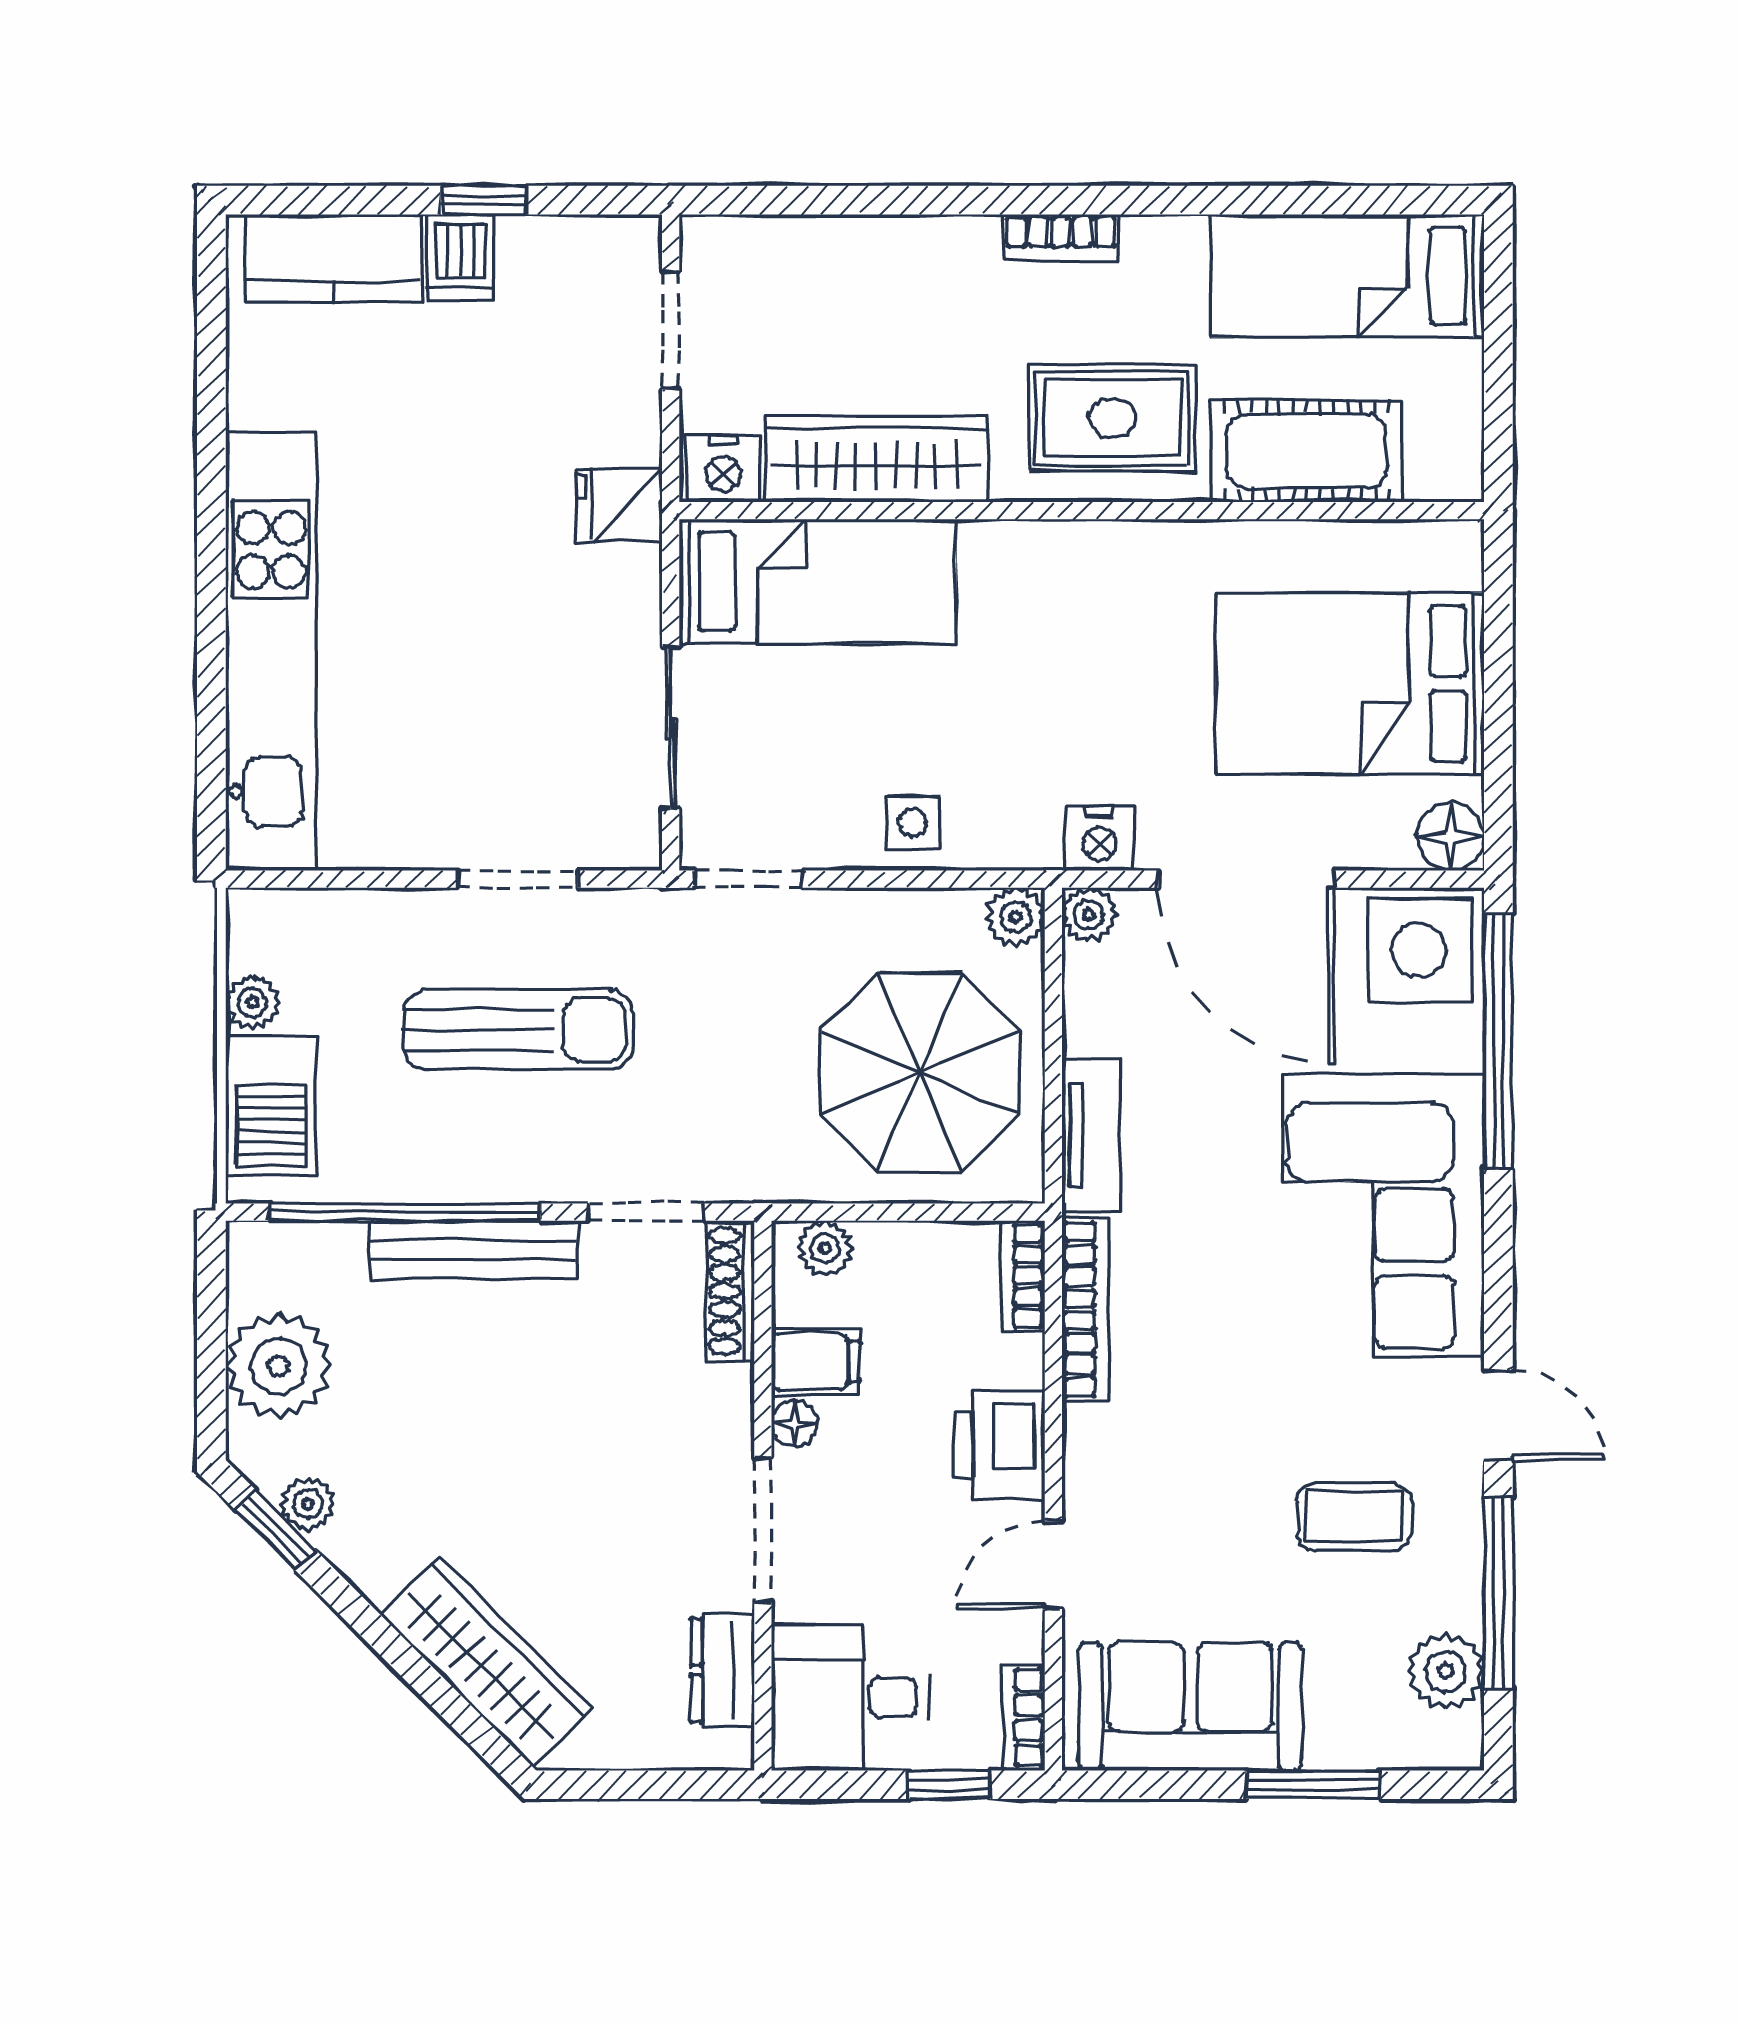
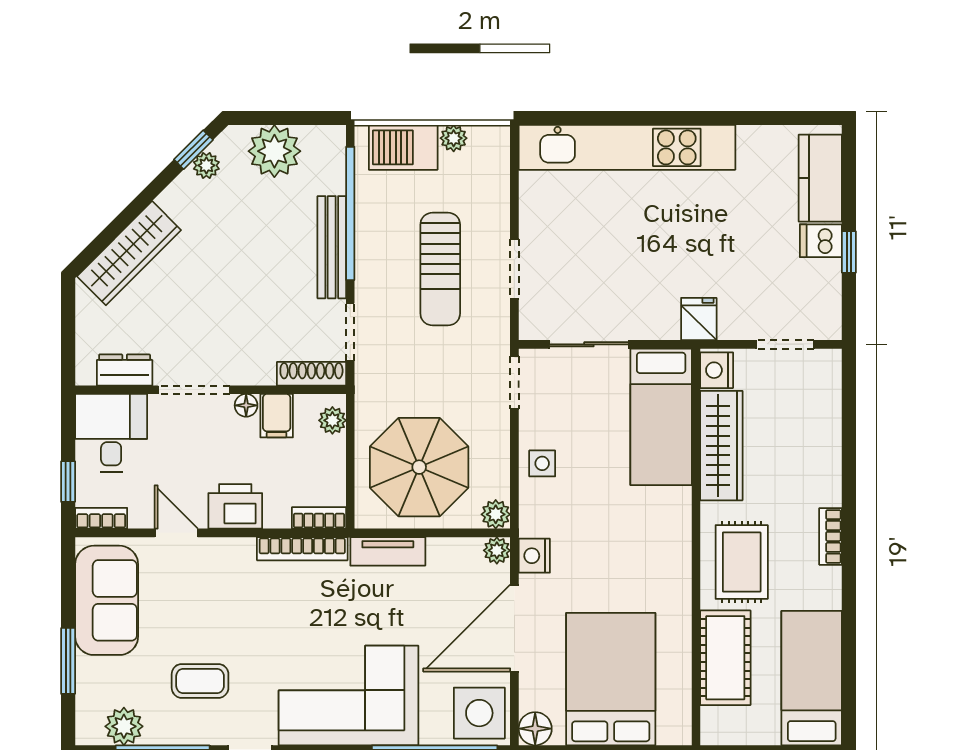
coffee table: (1354, 1517) -> (200, 681), turned 90

